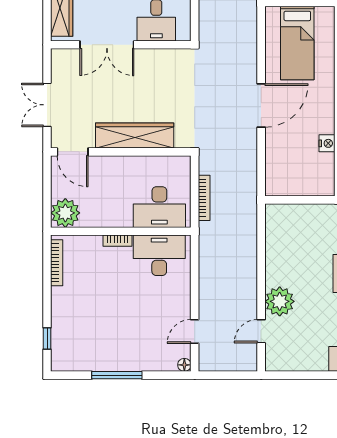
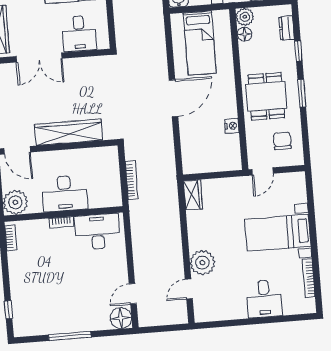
desk: (159, 207) -> (65, 193), moved
wardrobe: (275, 221) -> (193, 195), added
bookcase: (57, 263) -> (11, 238), width x0.64
floor lamp: (184, 365) -> (121, 318), width x1.89, depth x1.89

